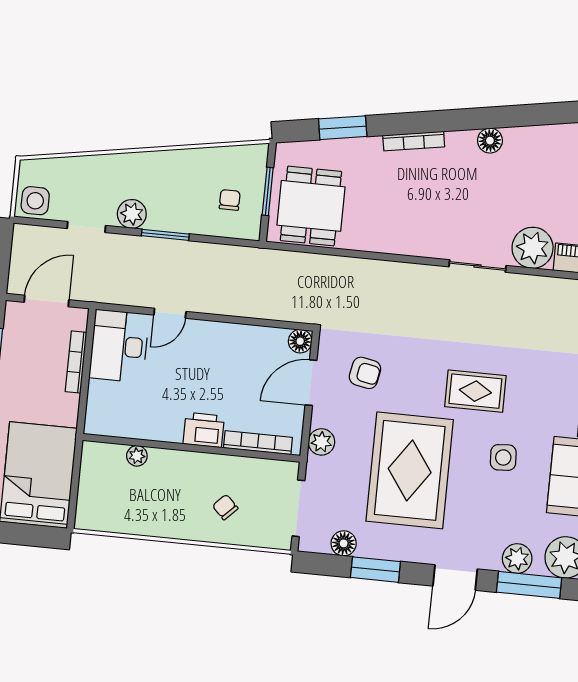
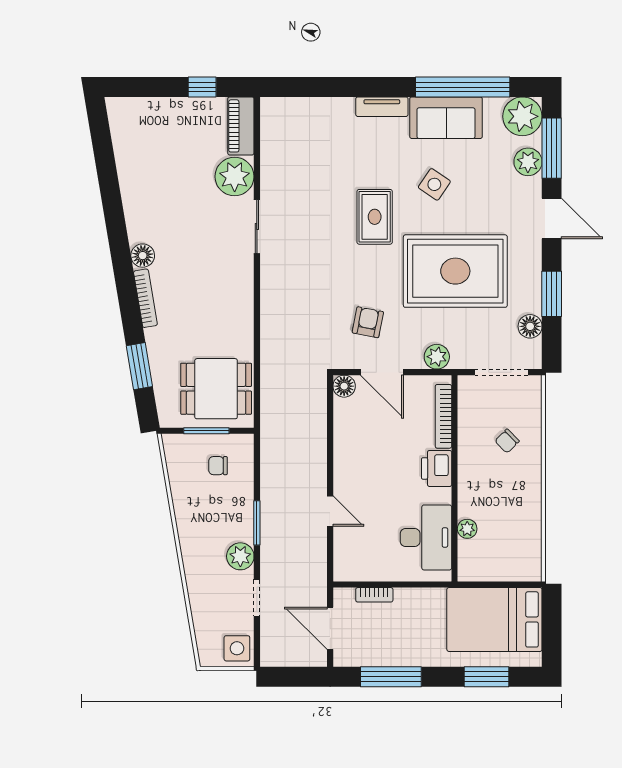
floor lamp: (490, 141) -> (143, 256), moved
desk: (119, 346) -> (426, 537), moved, turned -90
bookcase: (76, 362) -> (374, 595), width x0.64
side table: (503, 457) -> (434, 184), turned 37

